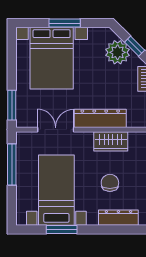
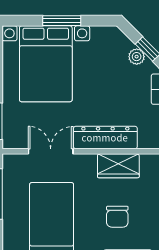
plant: (118, 52) -> (137, 57), width x0.53, depth x0.53
chair: (110, 183) -> (117, 217), turned 180

